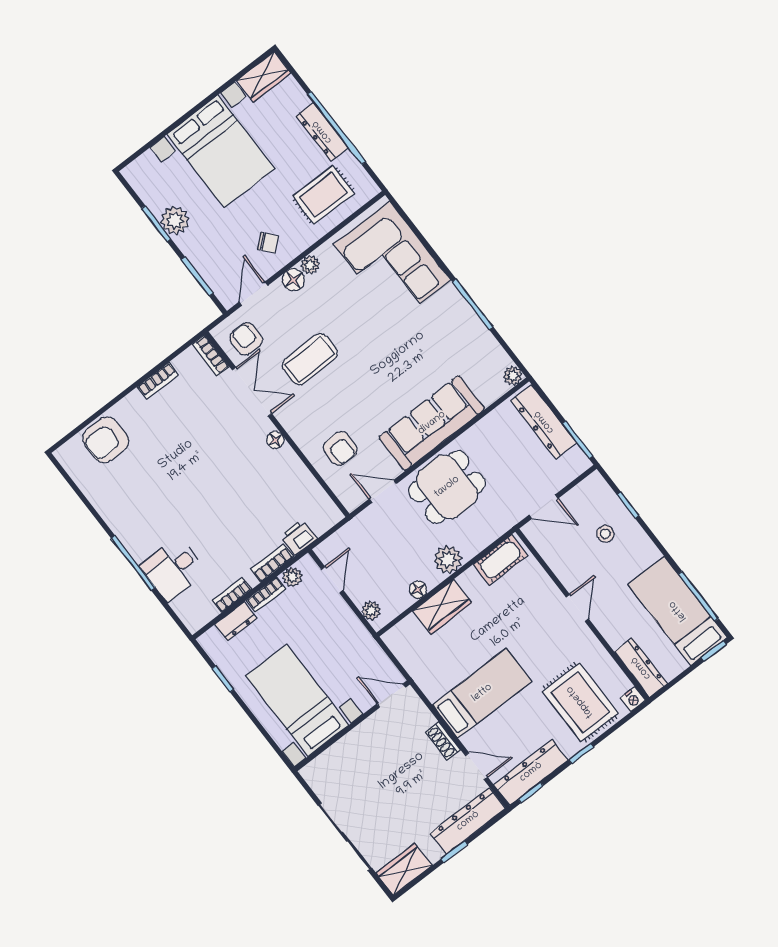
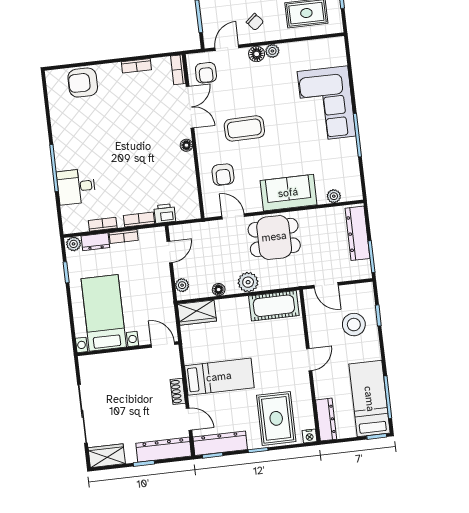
corner sofa: (392, 262) -> (326, 104), moved
armchair: (246, 339) -> (206, 73), turned 180
coffee table: (310, 359) -> (244, 128), moved
plant: (513, 376) -> (334, 196), moved
sofa: (432, 423) -> (288, 193), width x0.73
stool: (605, 534) -> (354, 325), width x1.89, depth x1.89
cot: (500, 560) -> (274, 306), width x1.37, depth x1.34
plant: (292, 577) -> (74, 244), moved
wardrobe: (442, 607) -> (197, 313), moved

